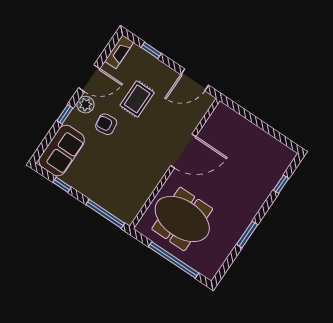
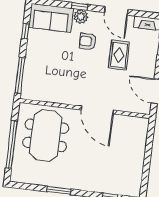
rug: (137, 99) -> (119, 55), turned 90
plant: (85, 105) -> (81, 16), moved
armchair: (106, 124) -> (88, 41), turned -83

